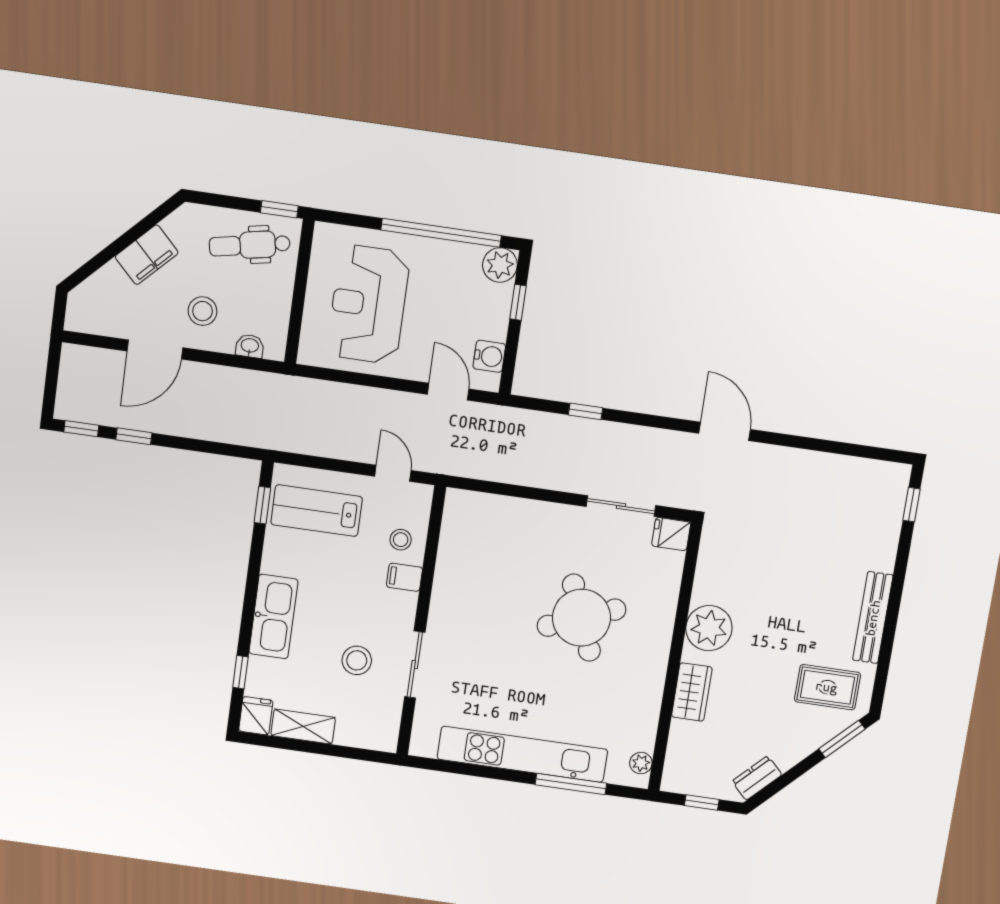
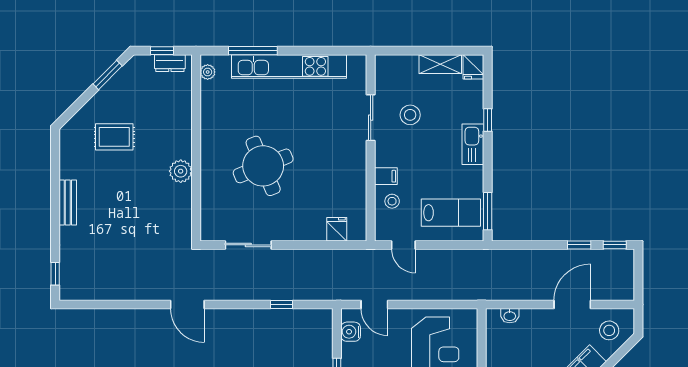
stool: (203, 311) -> (609, 330), moved
window: (262, 505) -> (488, 211), width x1.50
fridge: (671, 534) -> (337, 229), moved, turned -90
kitchen sink: (273, 616) -> (473, 144), width x0.73, depth x0.81
bench: (873, 618) -> (68, 202), width x0.73
plant: (709, 628) -> (181, 171), width x0.73, depth x0.73
window: (240, 672) -> (488, 120), moved
rug: (827, 687) -> (114, 137), moved
wardrobe: (692, 692) -> (181, 126), removed
window: (842, 739) -> (108, 75), moved
dresser: (757, 778) -> (170, 63), moved, turned 45

